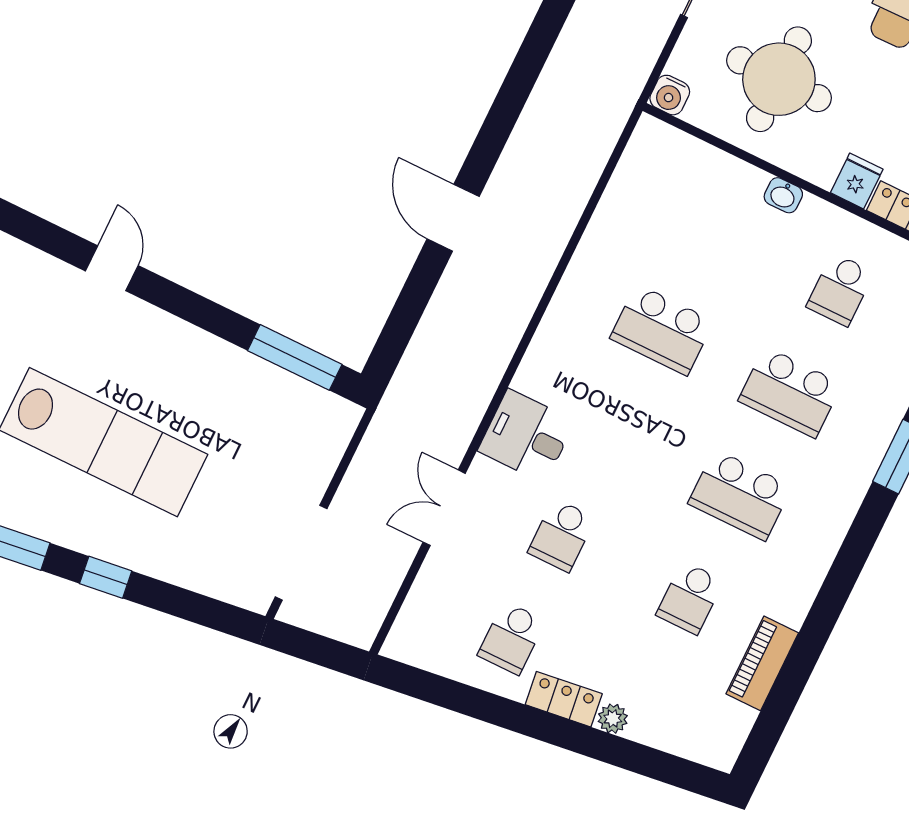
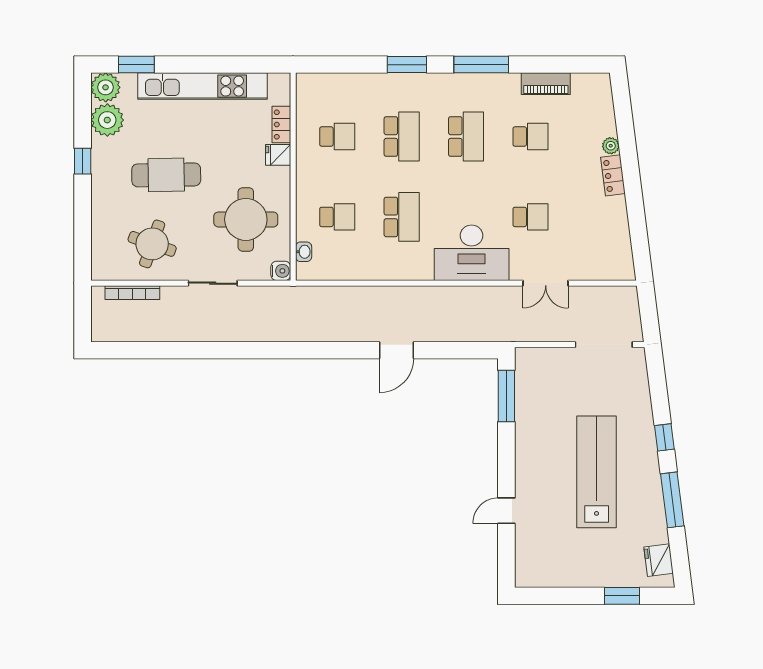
washbasin: (783, 195) -> (304, 252), moved
desk: (526, 436) -> (472, 253), width x1.87, depth x1.30
window: (843, 575) -> (481, 65), added
school desk: (511, 638) -> (337, 217), moved

